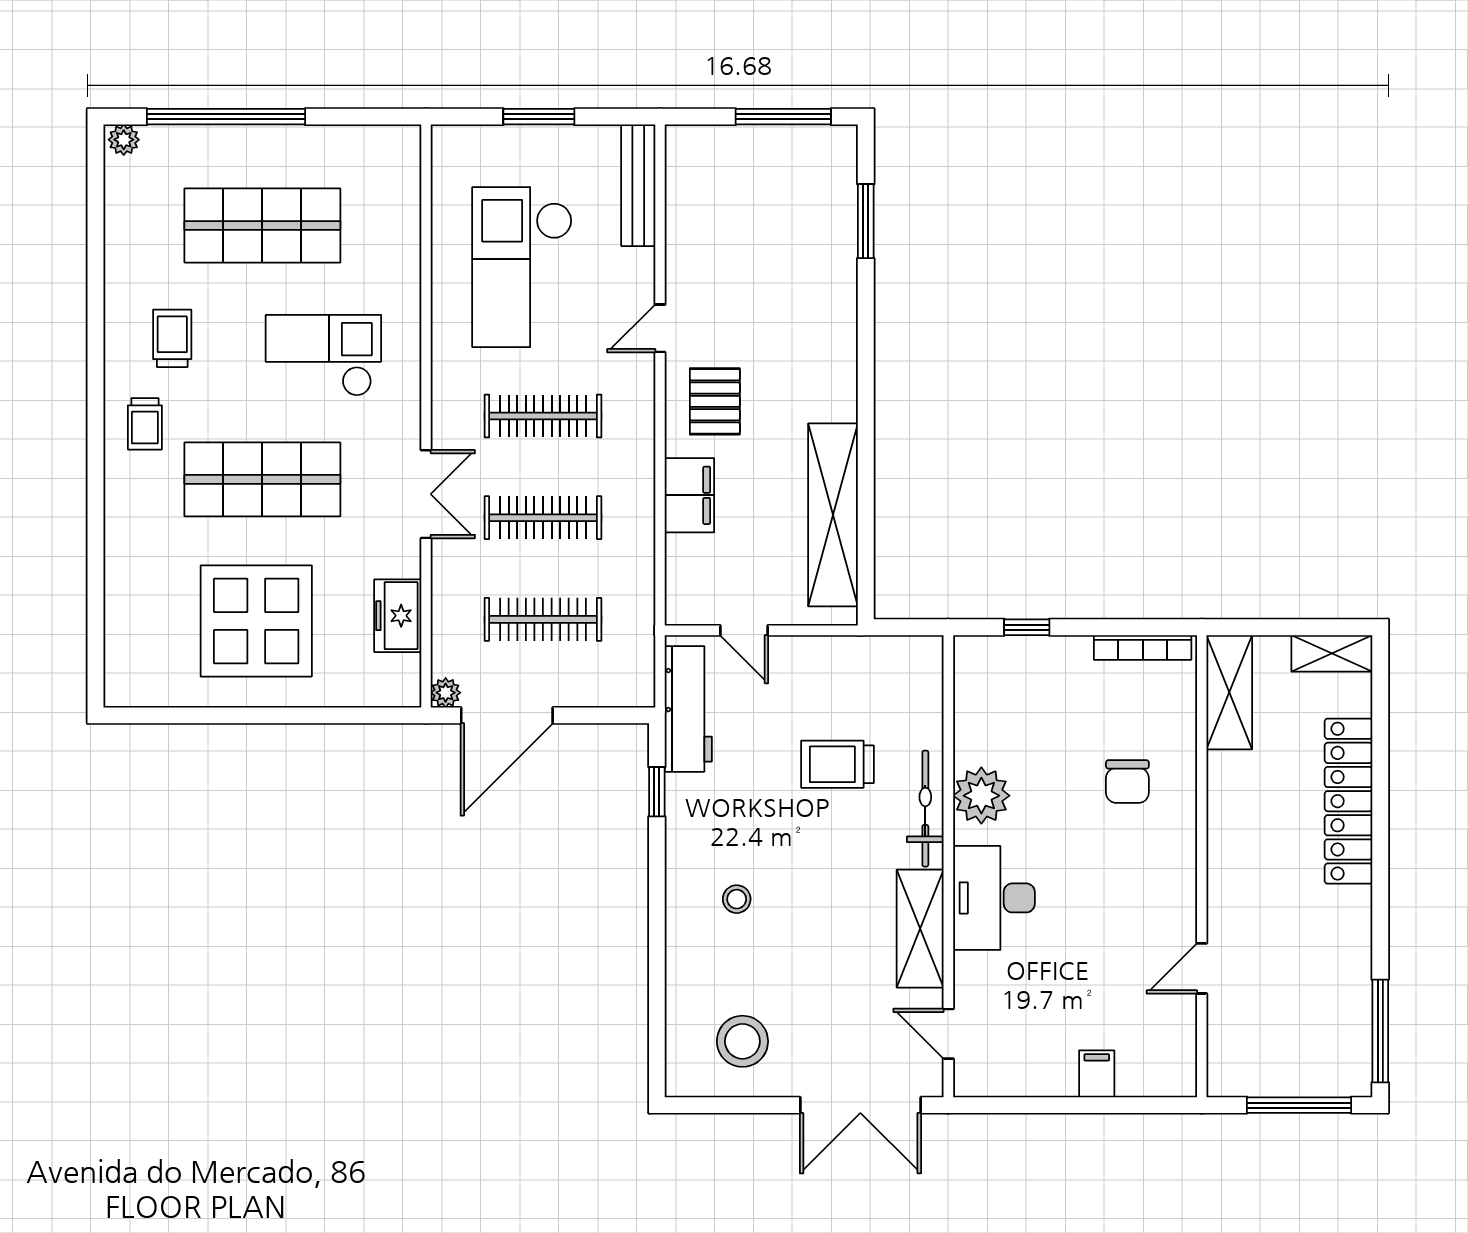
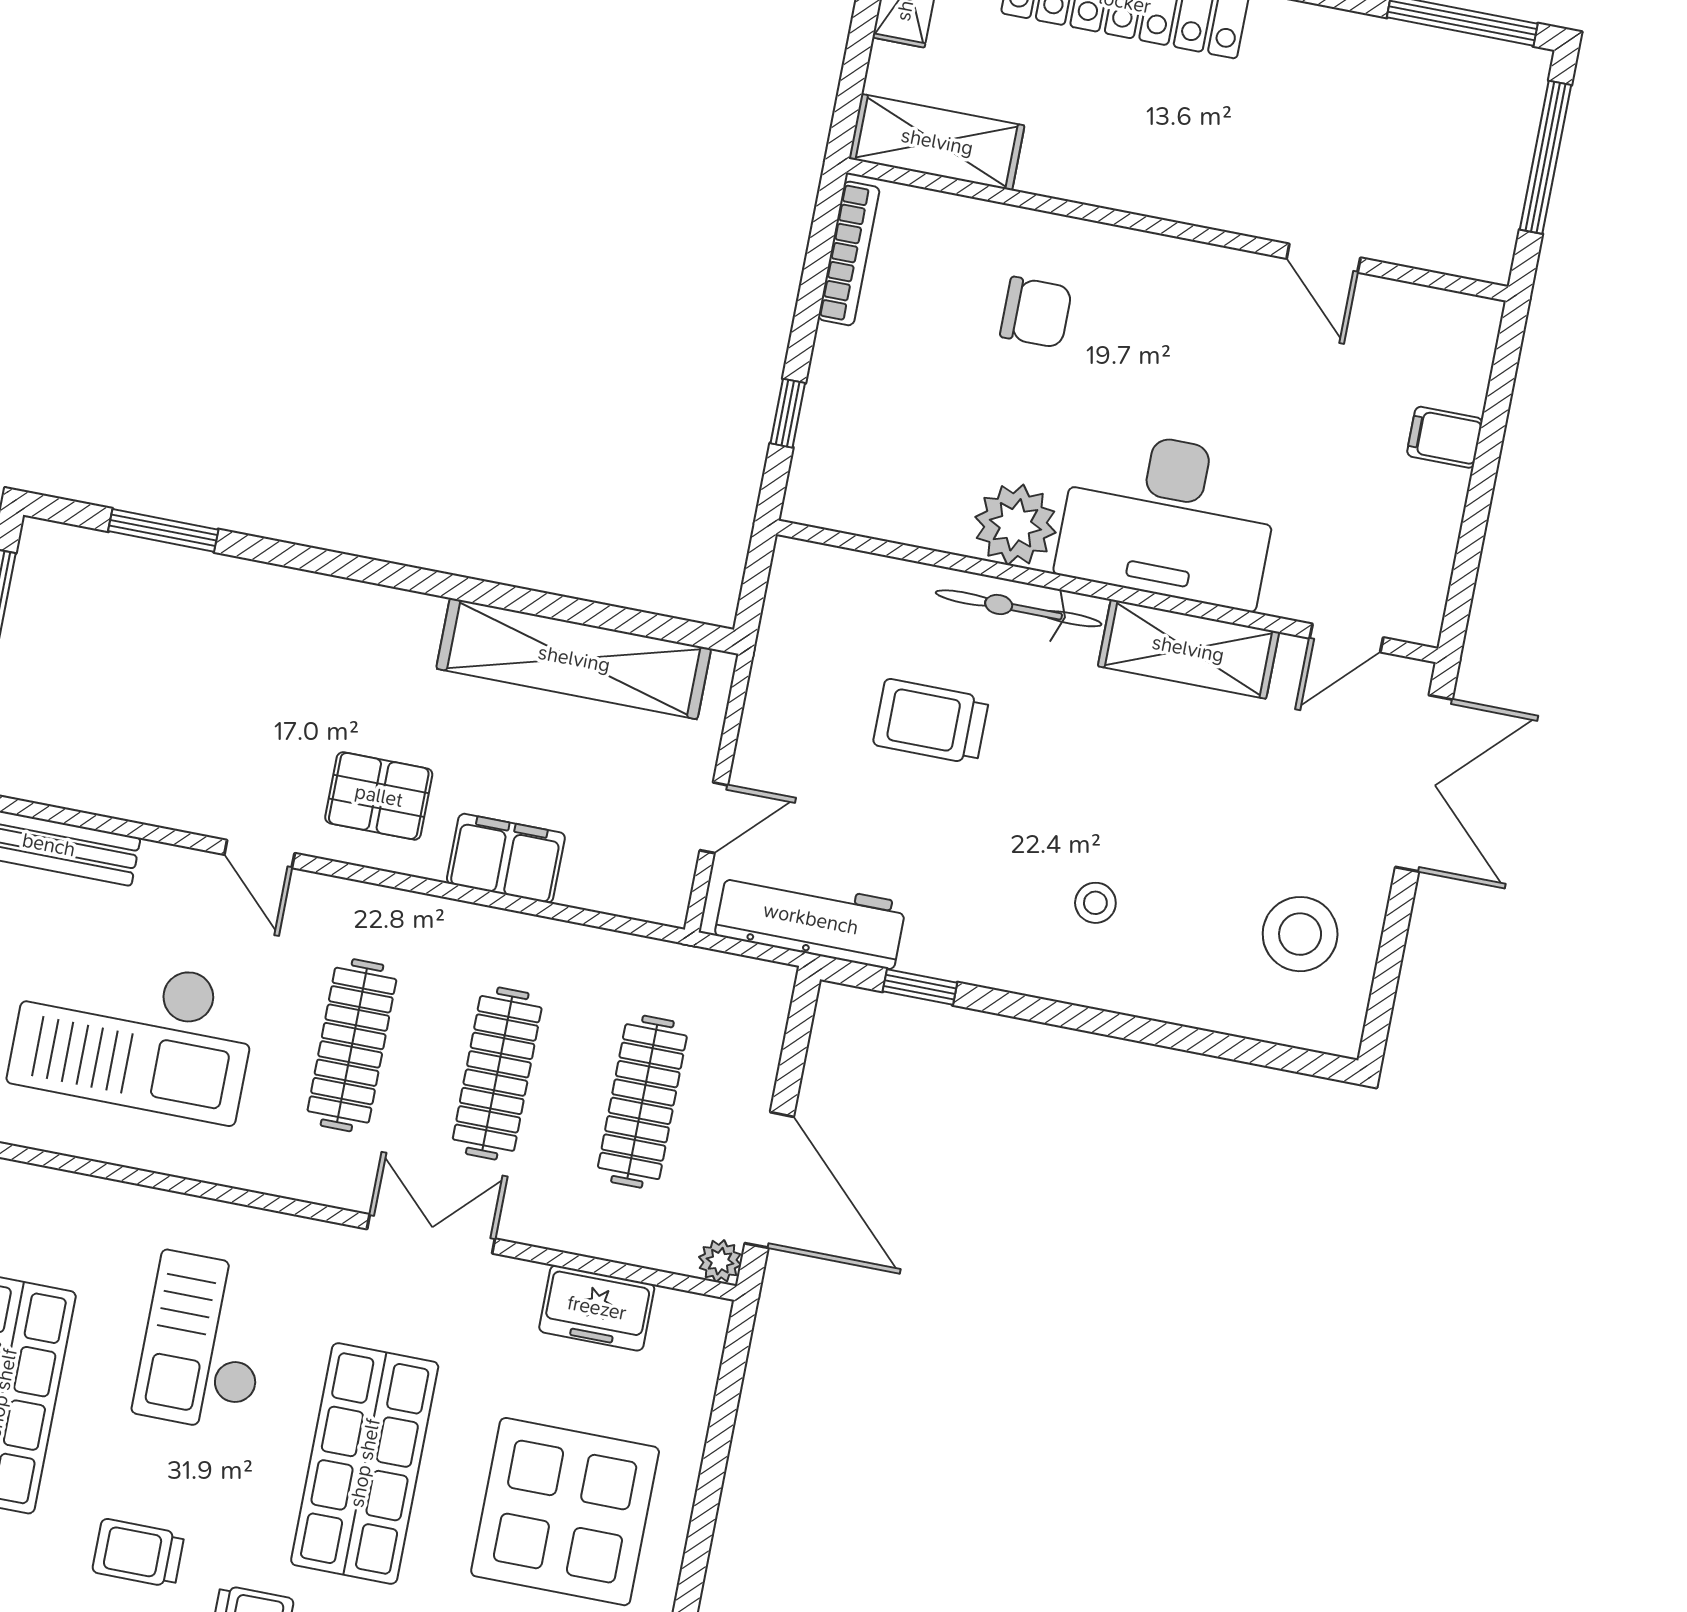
trolley: (837, 764) -> (931, 721), turned 90
desk: (994, 898) -> (1169, 518), width x1.36, depth x1.30

